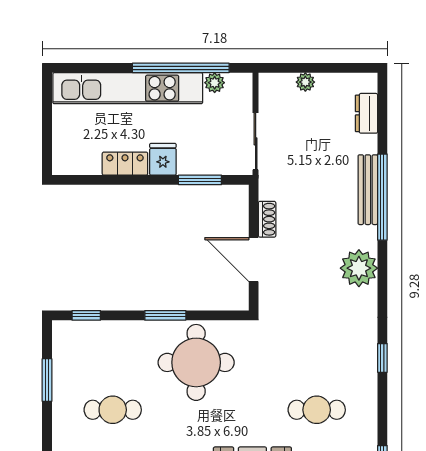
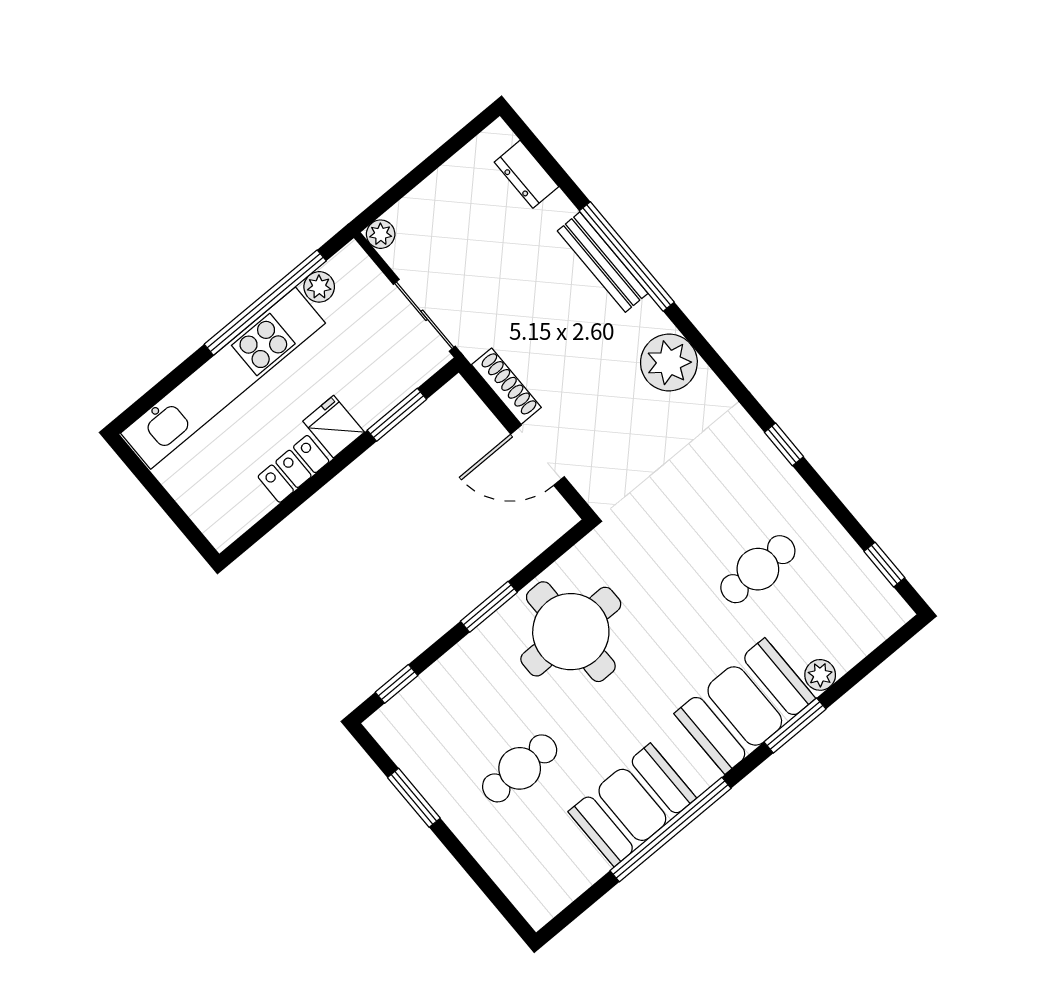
plant: (305, 82) -> (381, 234), moved
shoe rack: (267, 219) -> (506, 386), width x1.43

